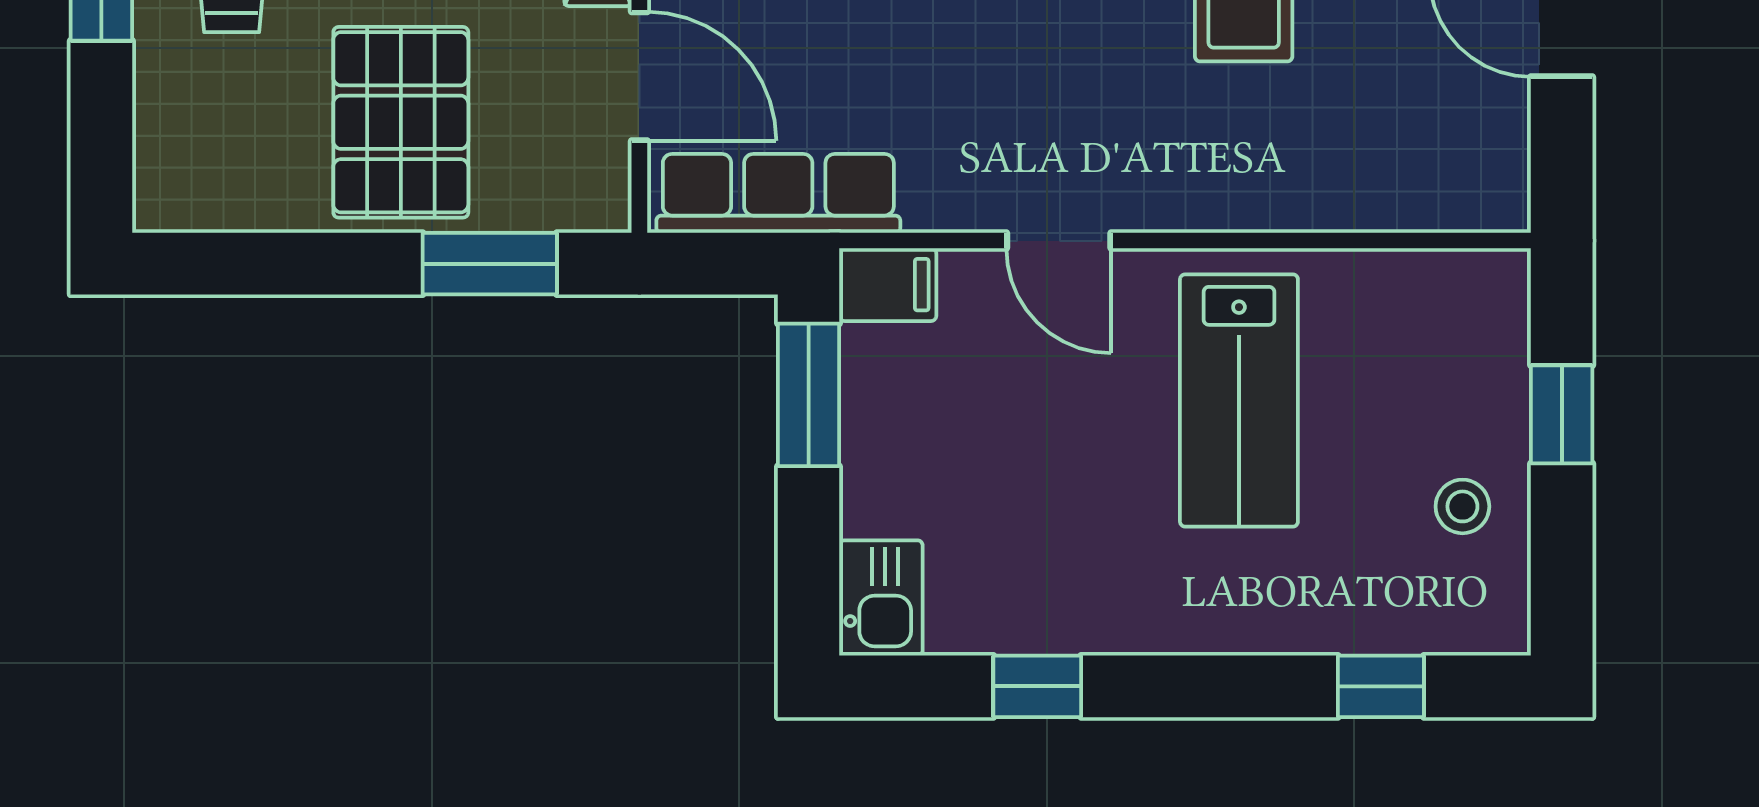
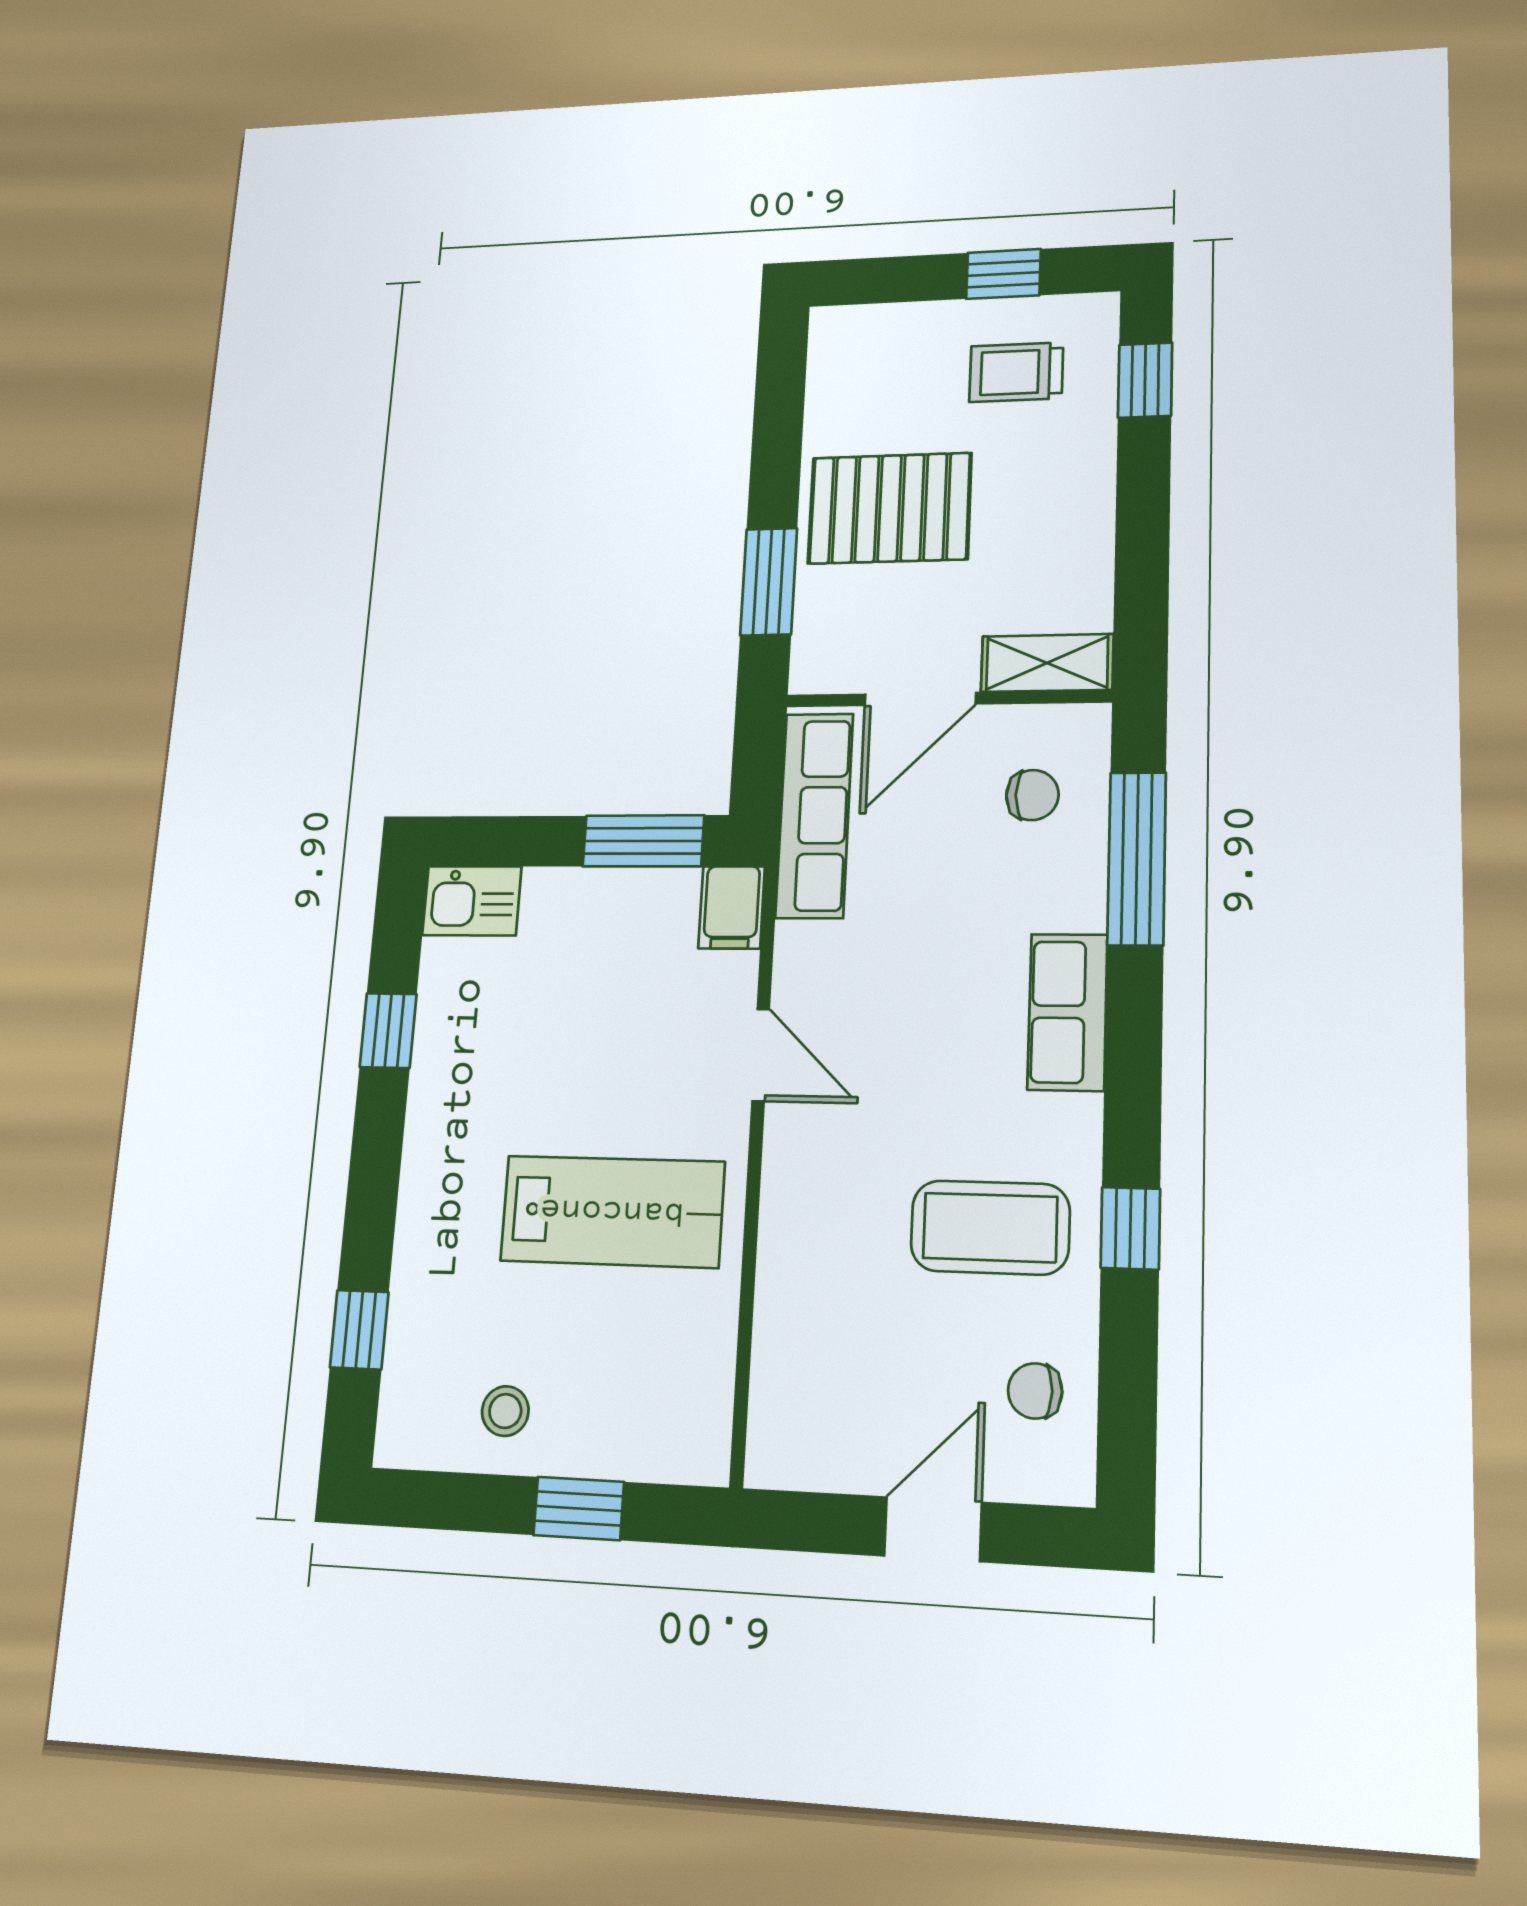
door: (1059, 241) -> (761, 1055), swing flipped
lab bench: (1239, 400) -> (612, 1211), turned 180

